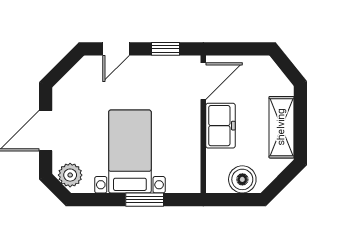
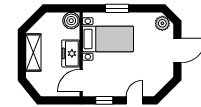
bed with nightstands: (130, 151) -> (108, 39), moved, turned -90
boiler: (242, 179) -> (71, 21), moved

